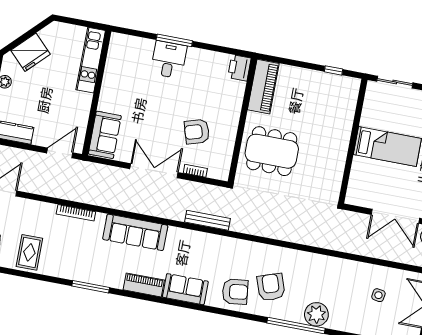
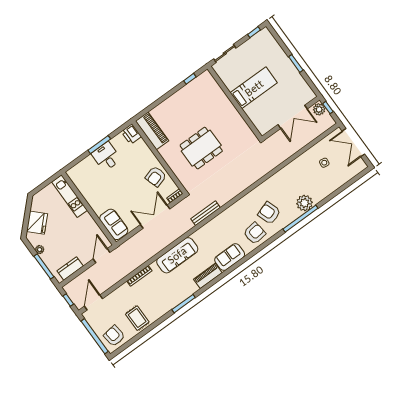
printer: (239, 68) -> (131, 134), moved
piano: (263, 87) -> (152, 131), moved
wall: (242, 120) -> (159, 157), moved

